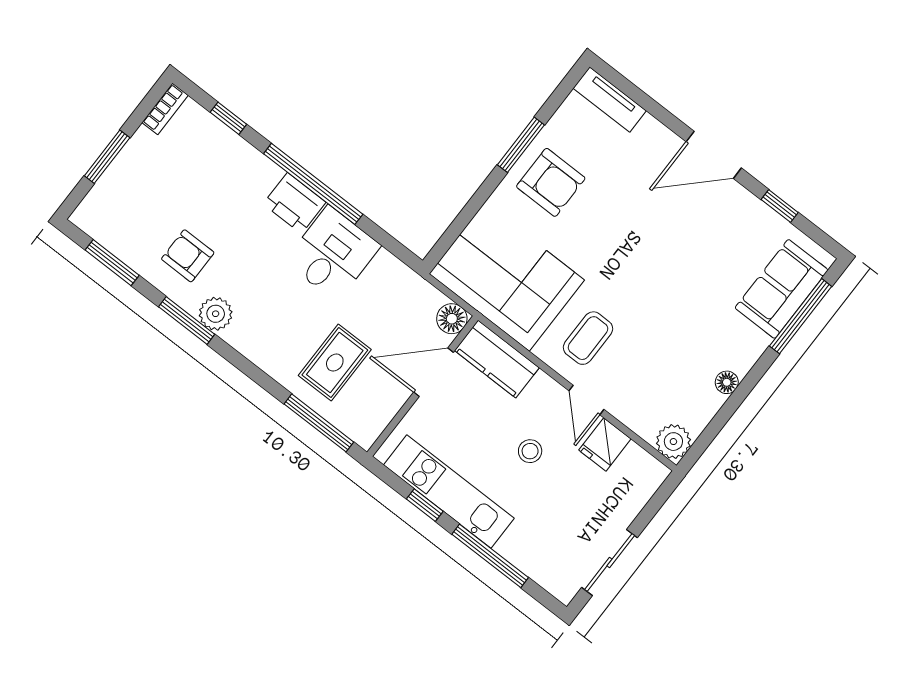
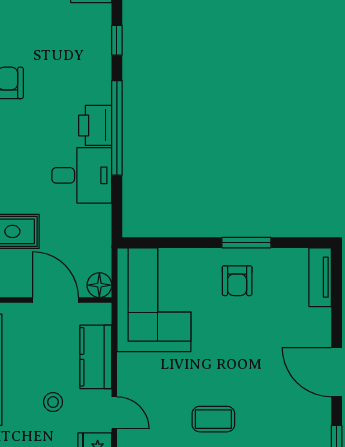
armchair: (551, 182) -> (237, 281), width x0.72, depth x0.72
coffee table: (588, 338) -> (213, 419), moved
kitchen counter: (497, 359) -> (96, 357), moved
door: (586, 400) -> (114, 413), swing flipped

